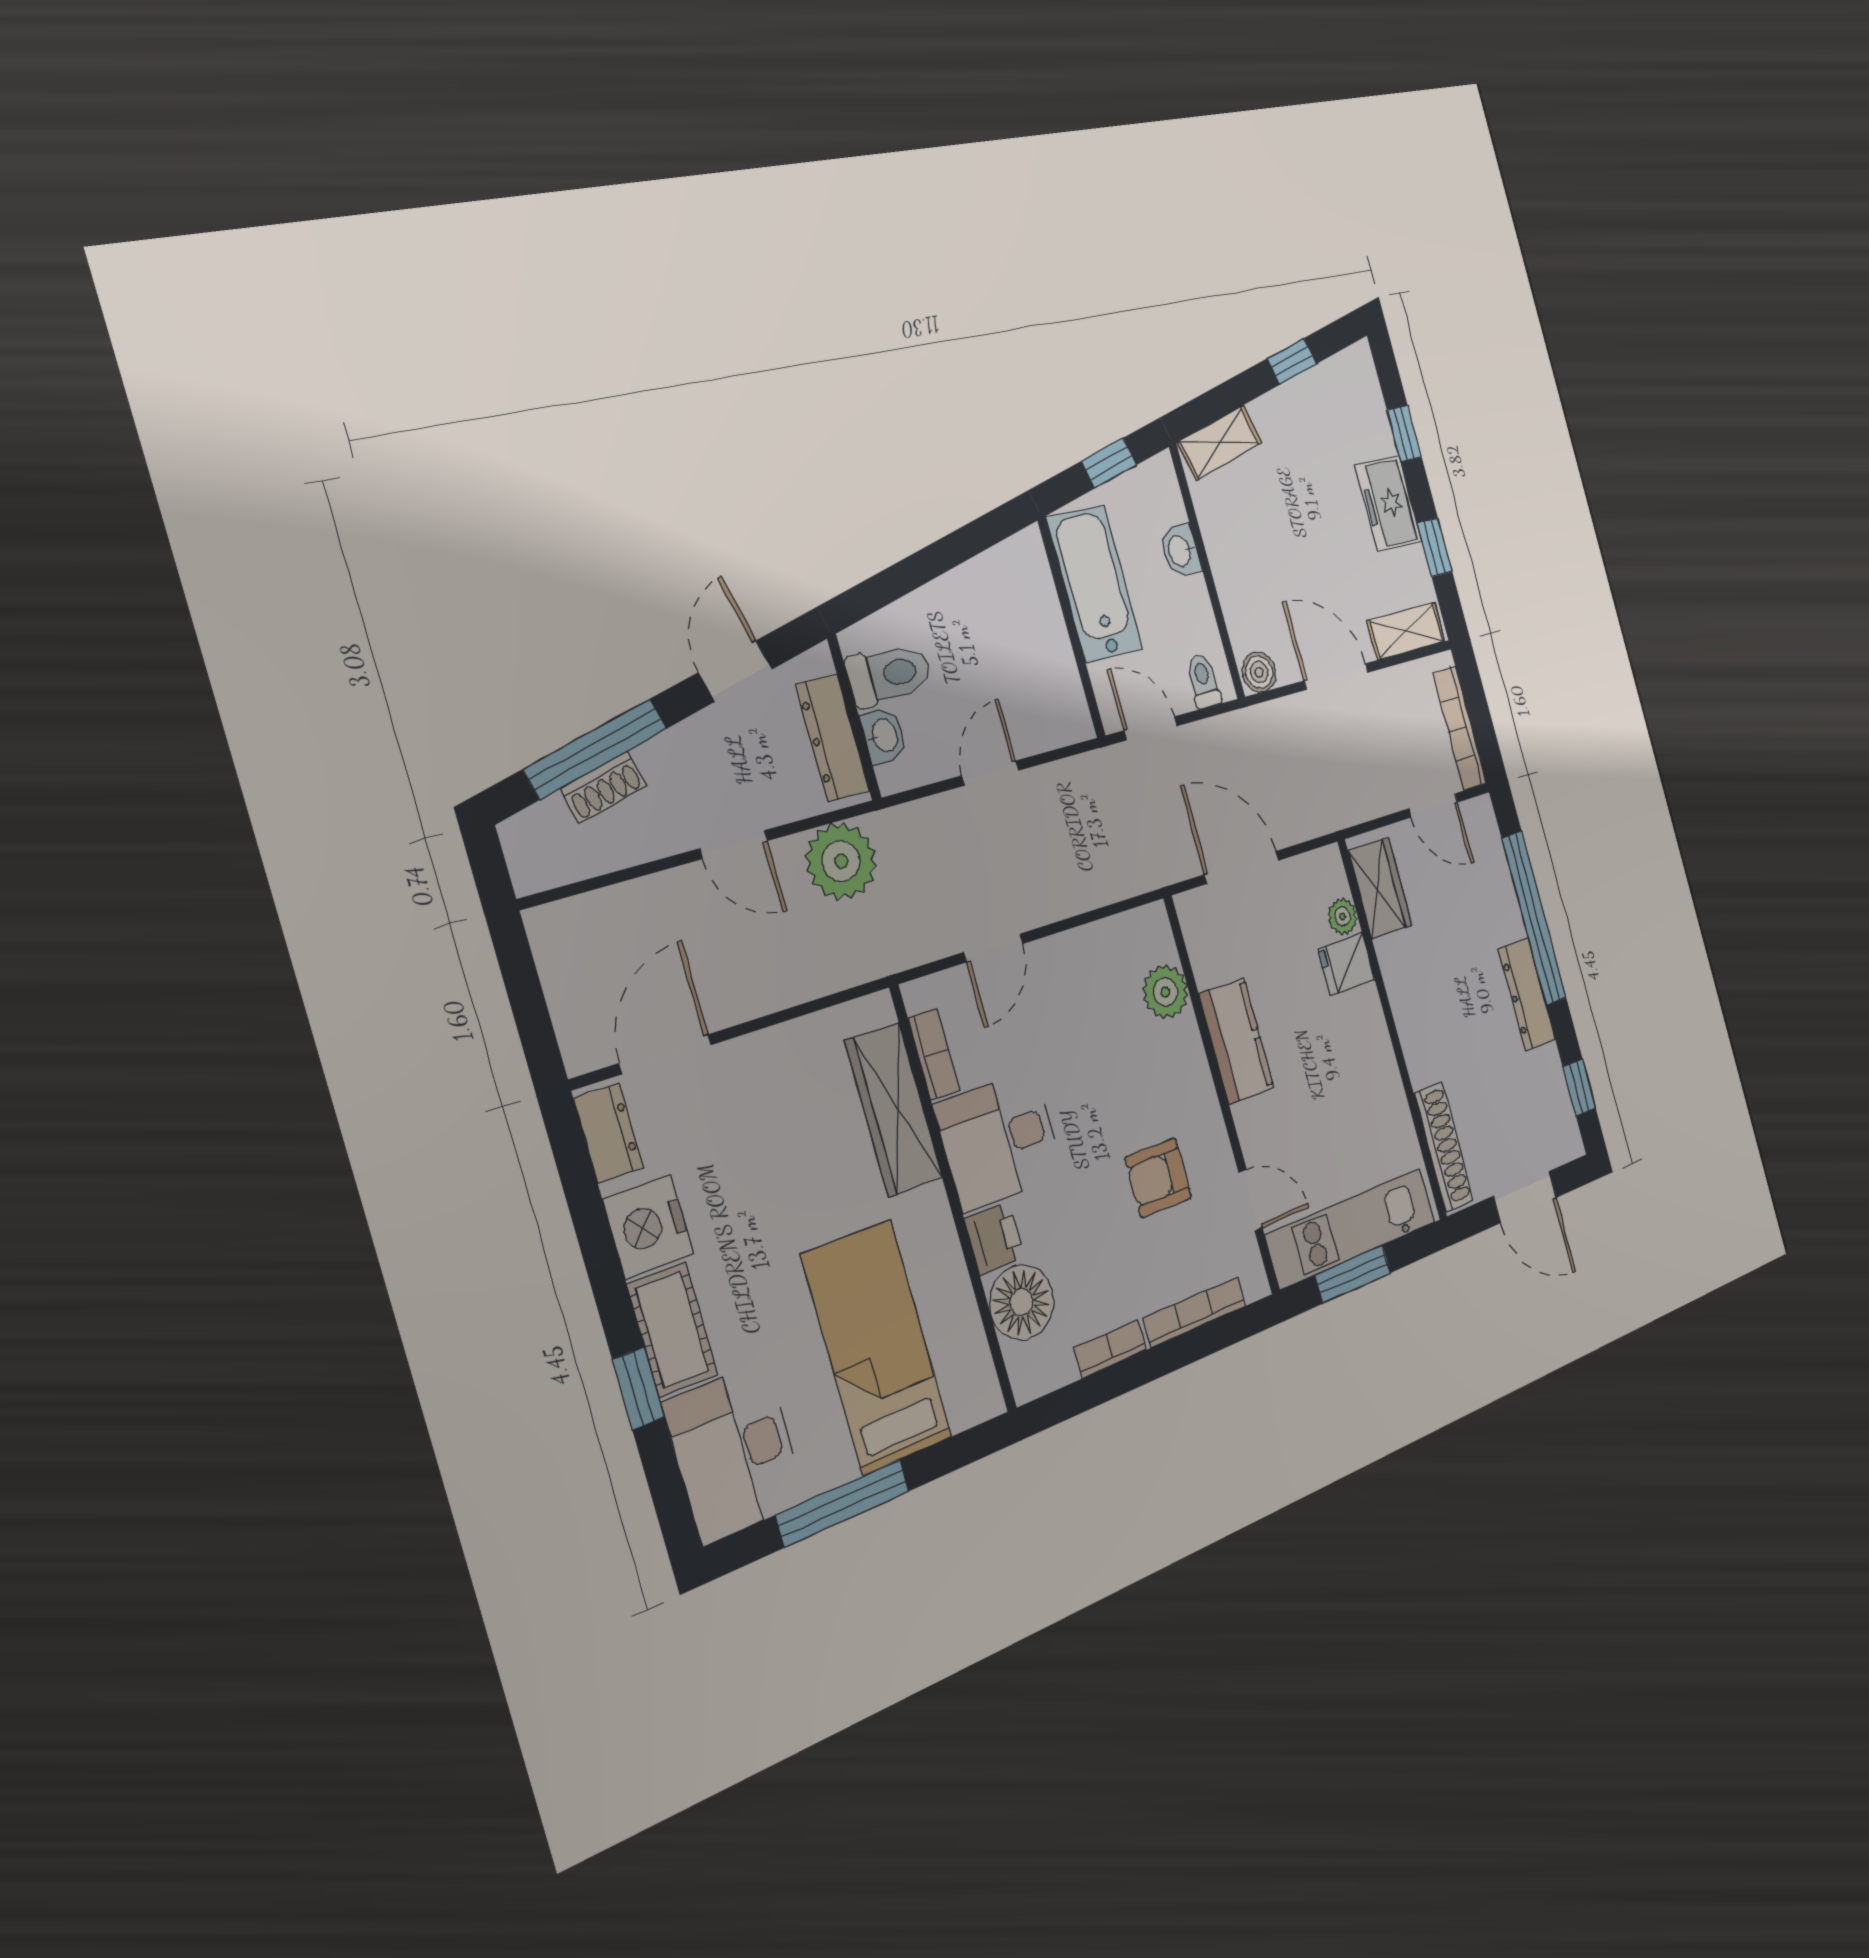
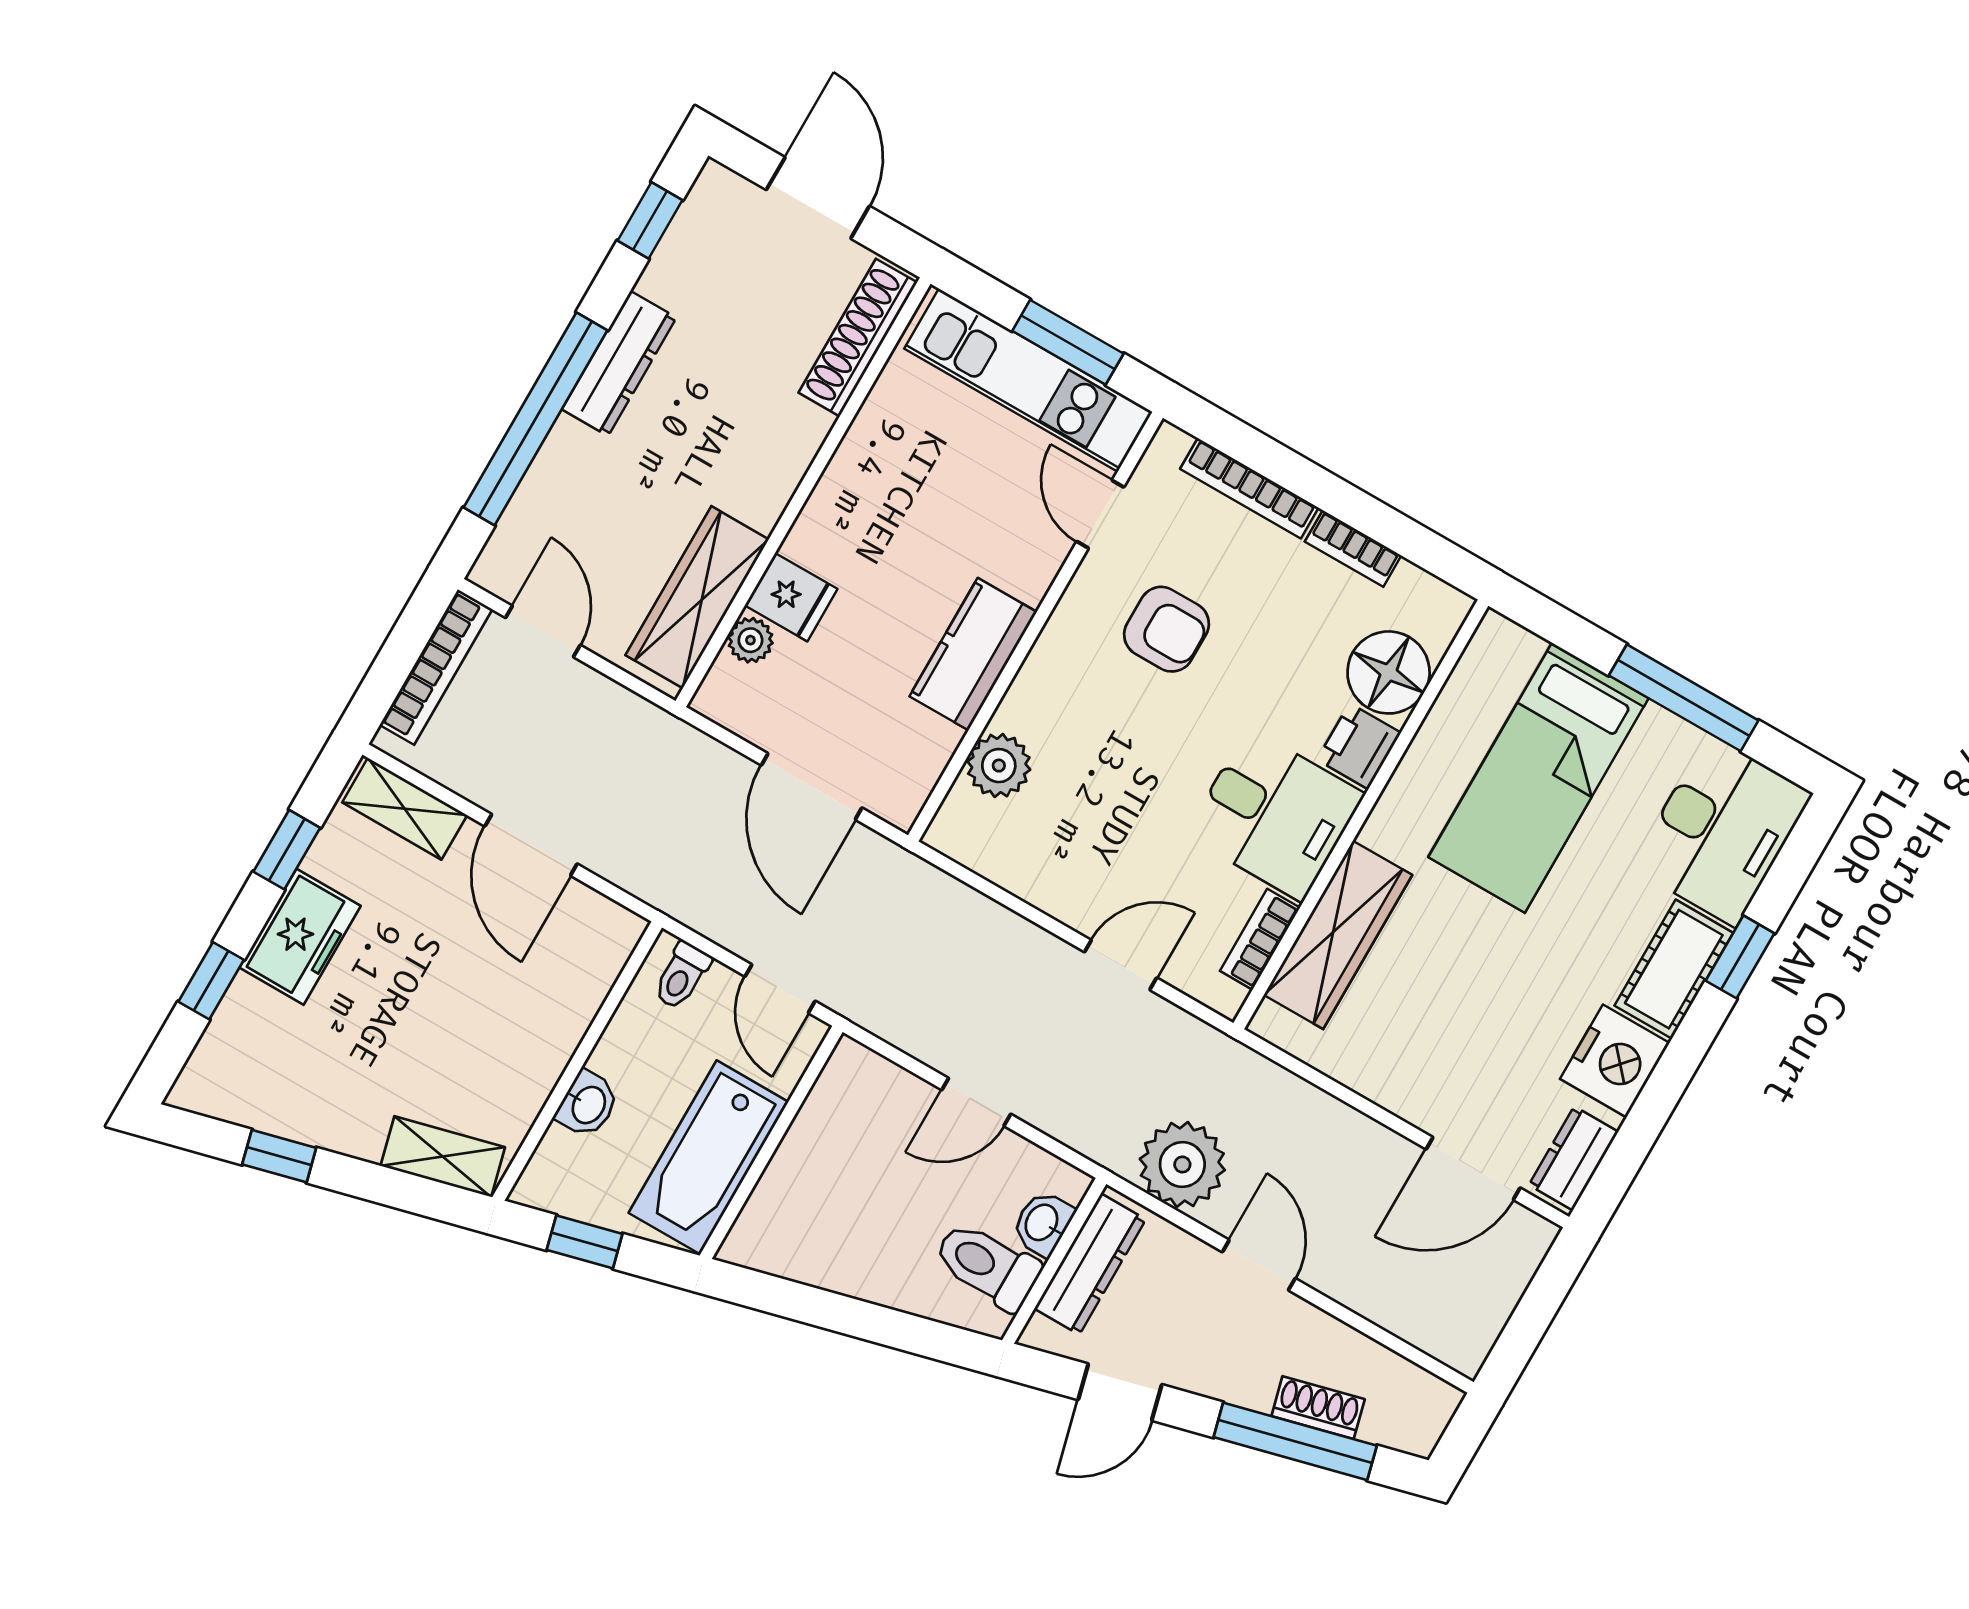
boiler: (1259, 672) -> (613, 928), removed
wardrobe: (1380, 888) -> (697, 597), width x1.50

